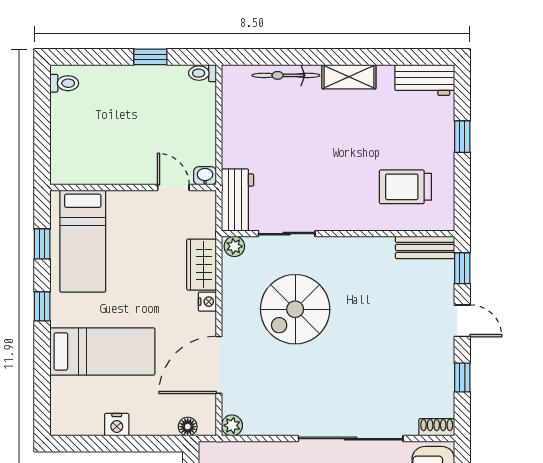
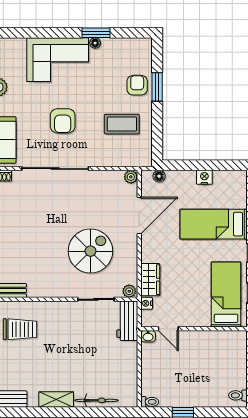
nightstand: (207, 302) -> (147, 303), moved

